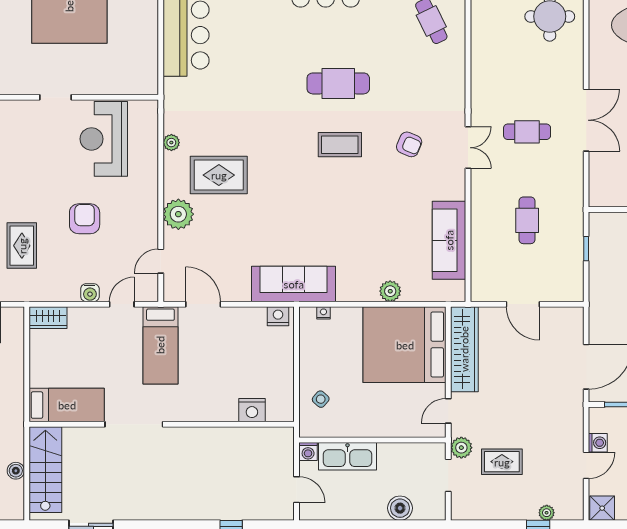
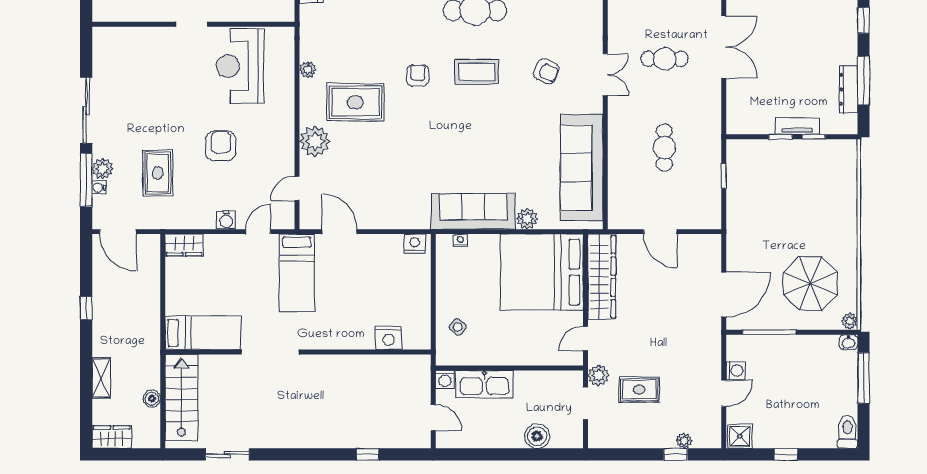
armchair: (281, 148) -> (418, 75), added
sofa: (449, 240) -> (582, 168), width x1.36, depth x1.27
sofa: (294, 284) -> (473, 211), moved

